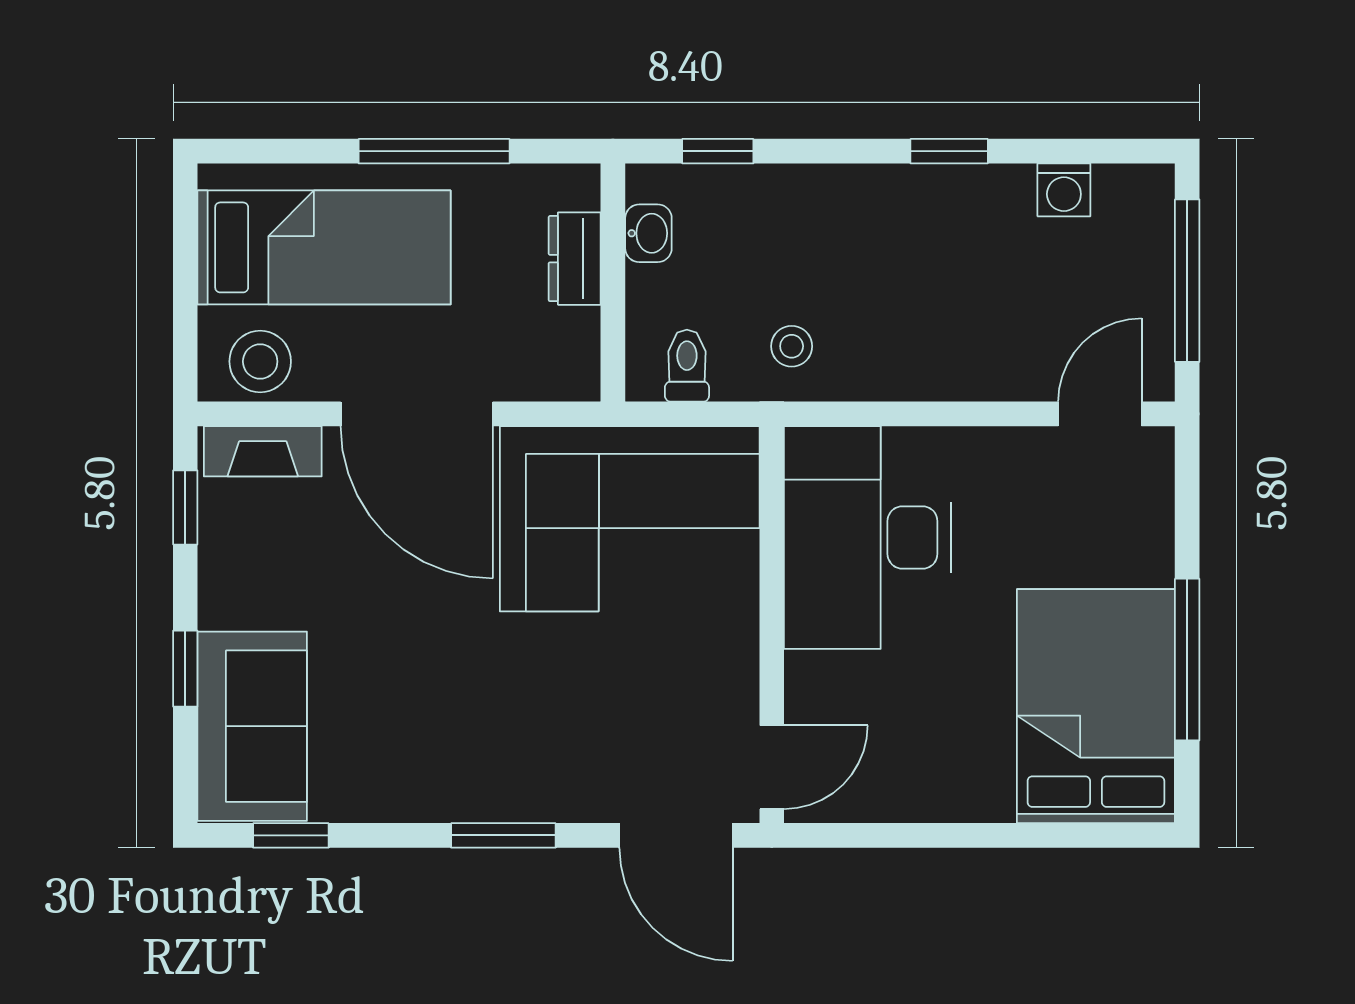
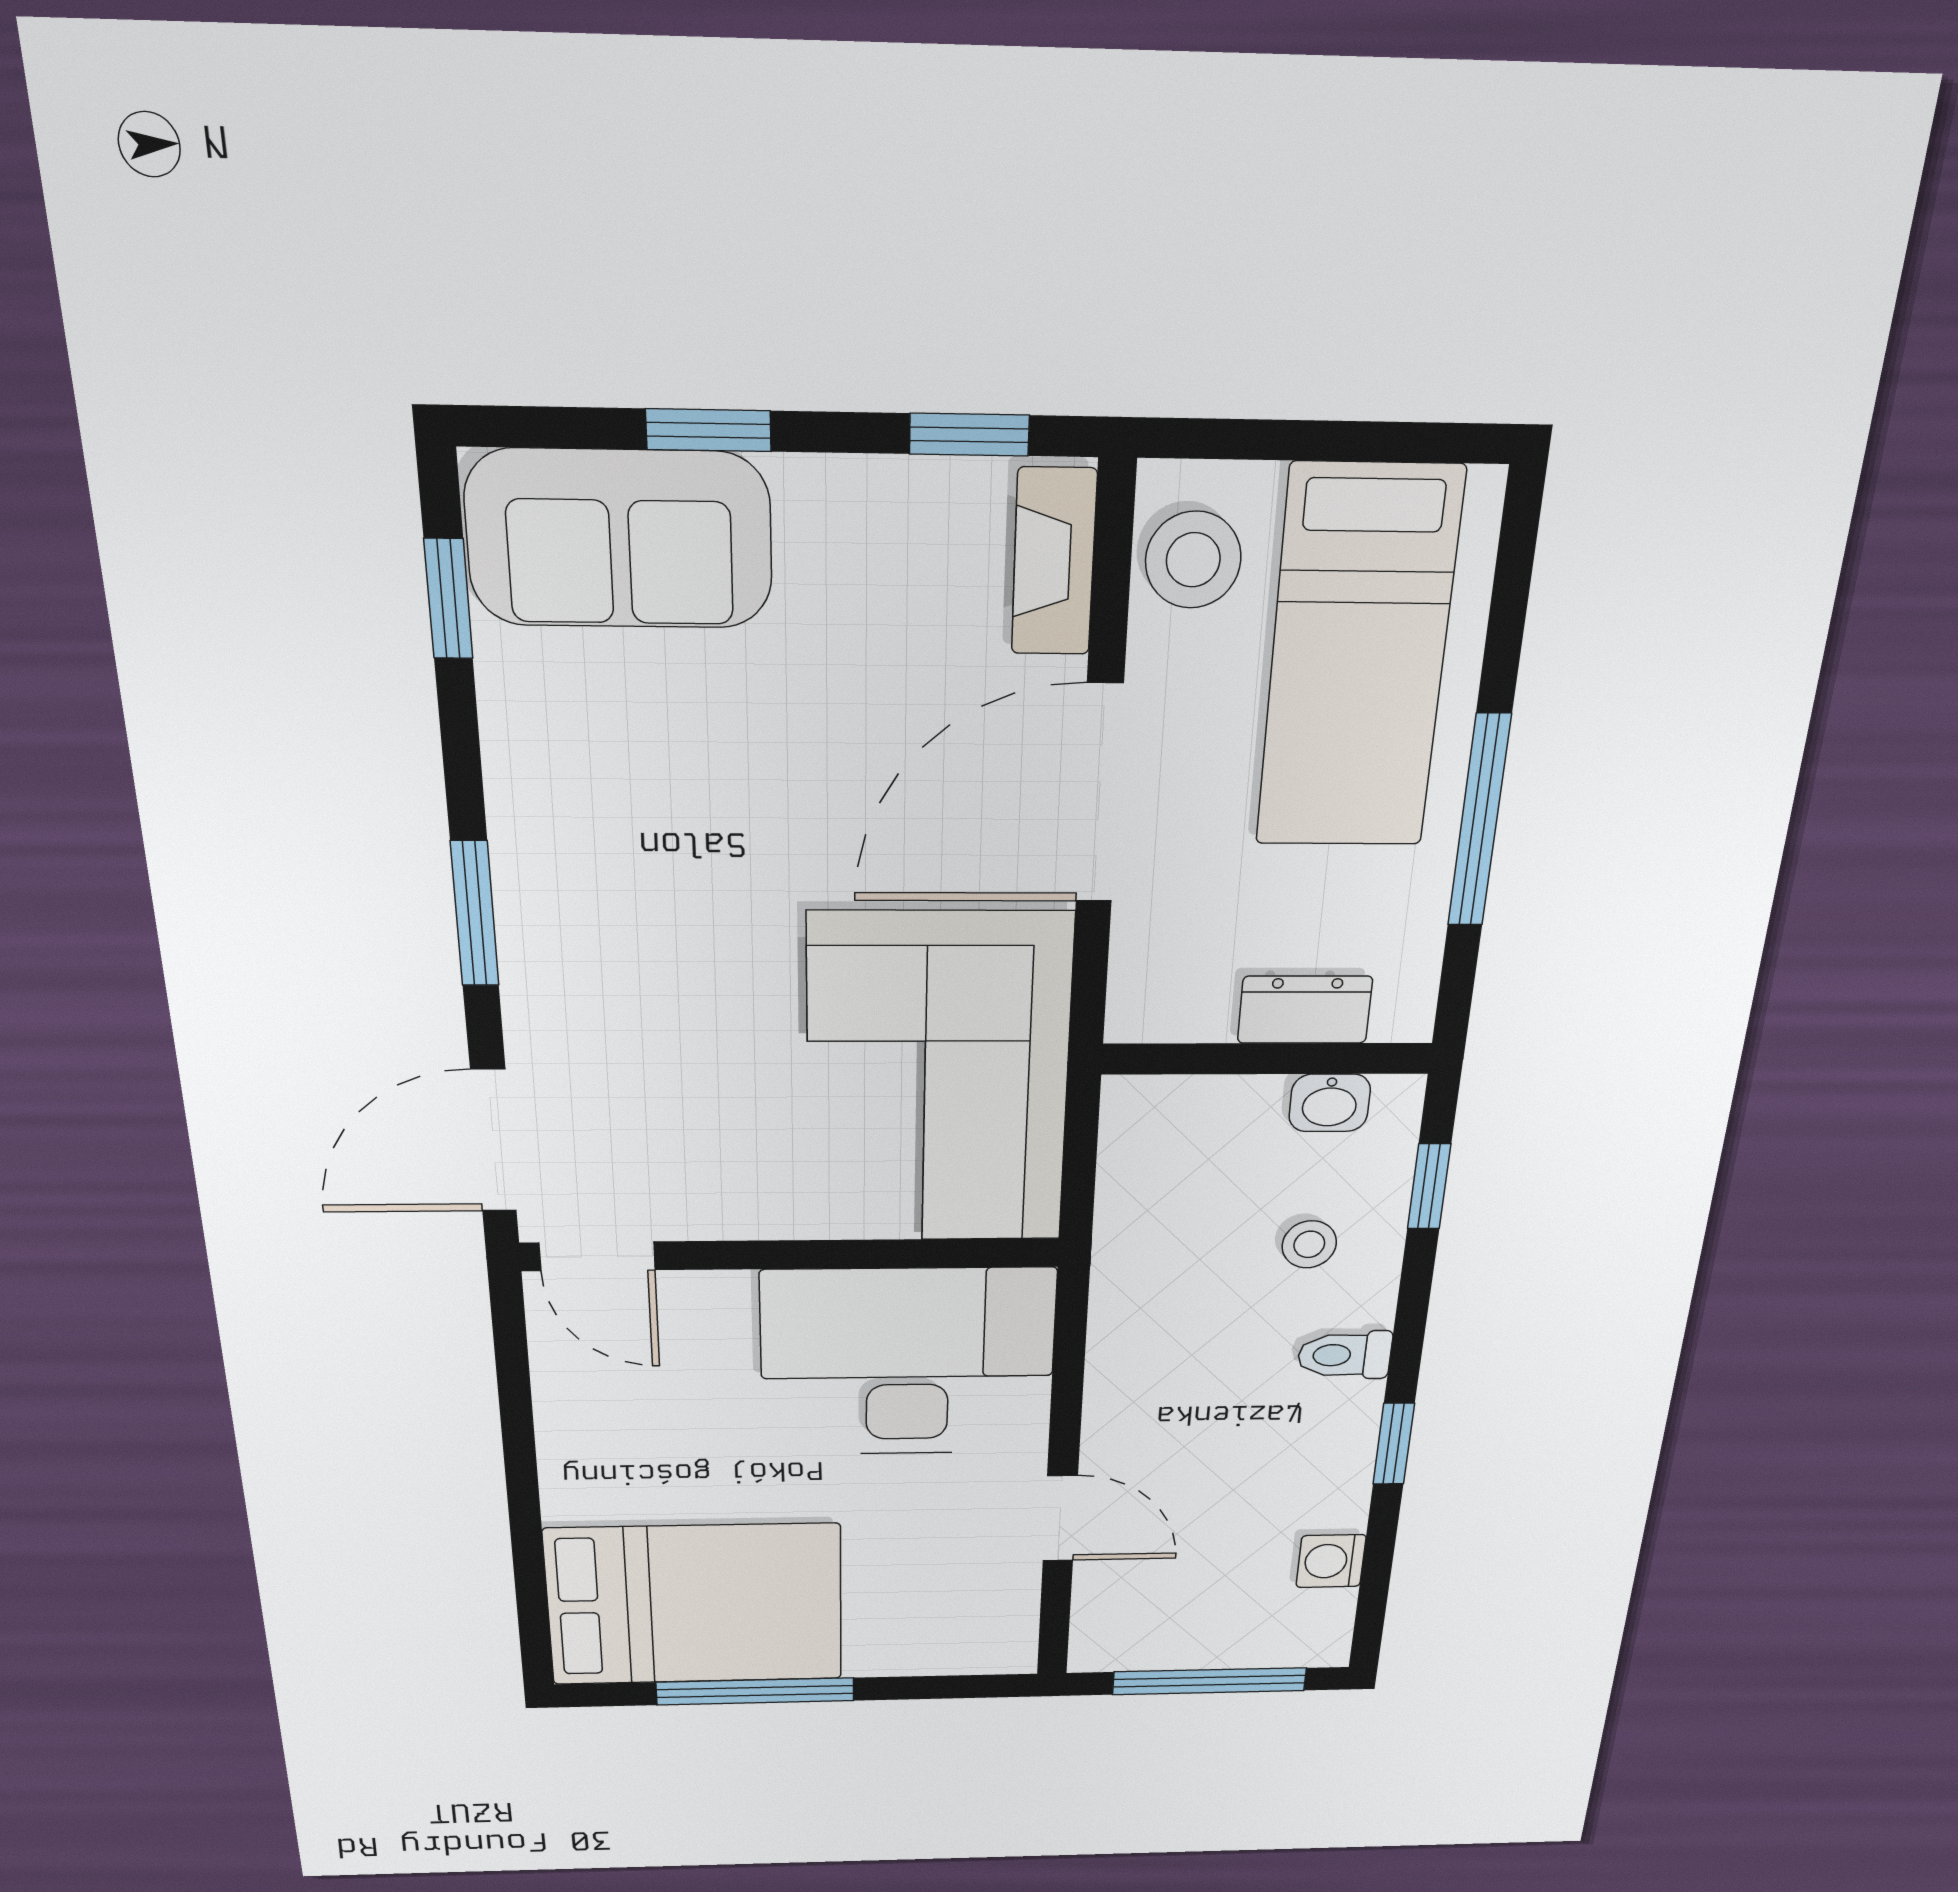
stool: (792, 346) -> (1309, 1244), moved
toilet: (687, 366) -> (1345, 1355), moved, turned 180
door: (1100, 414) -> (1060, 1518), moved

